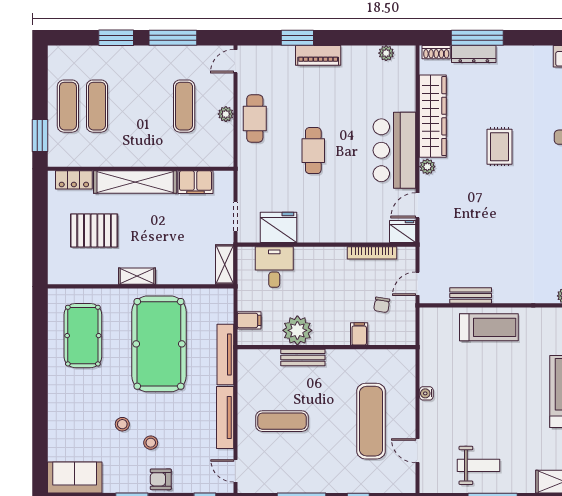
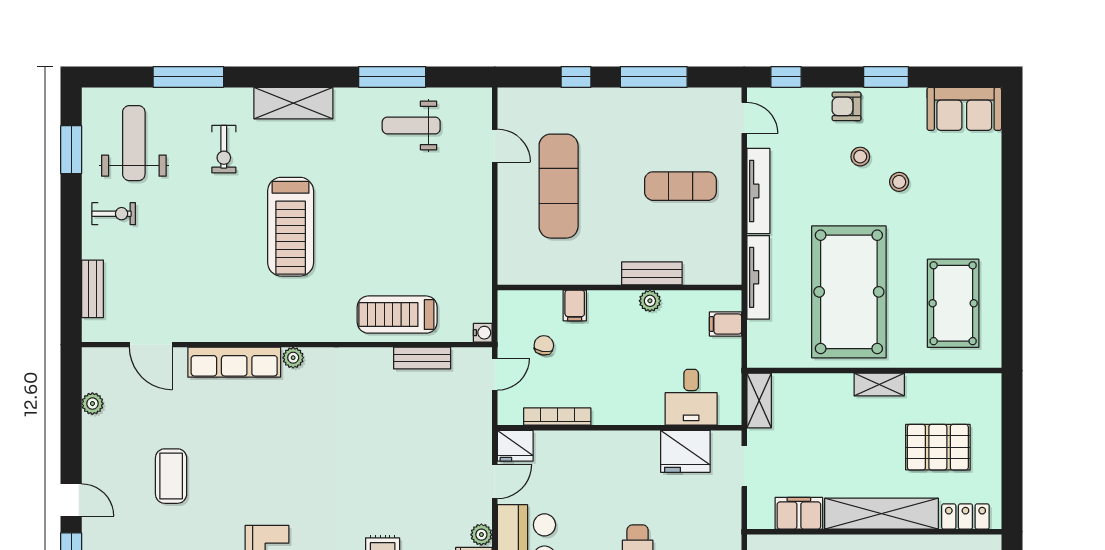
plant: (297, 330) -> (650, 301), width x0.53, depth x0.53
water cooler: (426, 393) -> (483, 333), moved
armchair: (161, 479) -> (846, 106), turned 180

